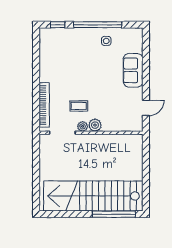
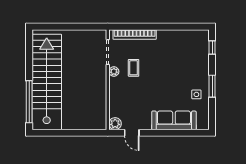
window: (98, 25) -> (212, 86), width x0.47
sofa: (133, 70) -> (174, 120), width x1.36
plant: (95, 125) -> (115, 124), moved

